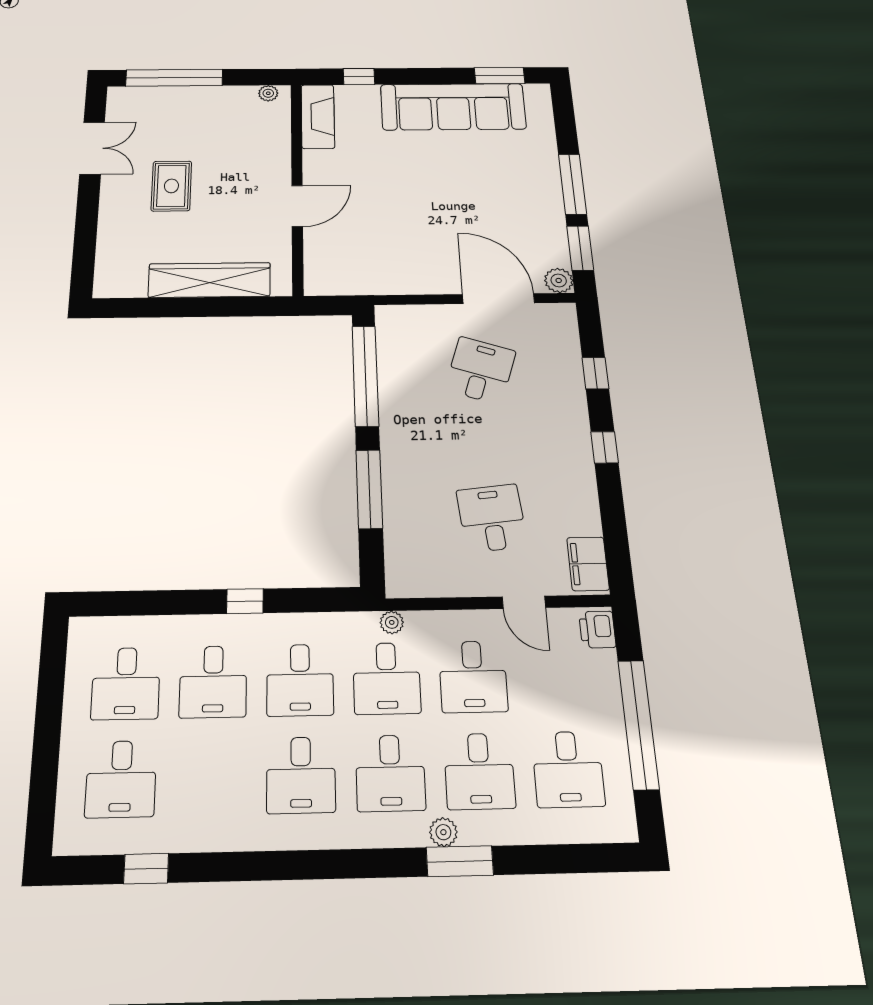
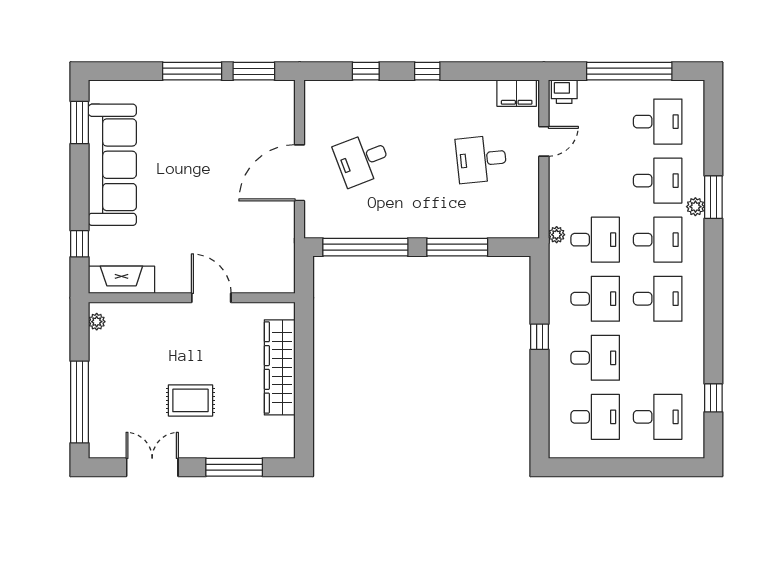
window: (86, 232) -> (234, 467), added
plant: (559, 280) -> (284, 91), removed
door: (499, 299) -> (300, 173), moved
desk: (480, 370) -> (362, 159), turned -39
desk: (473, 677) -> (595, 181), removed

